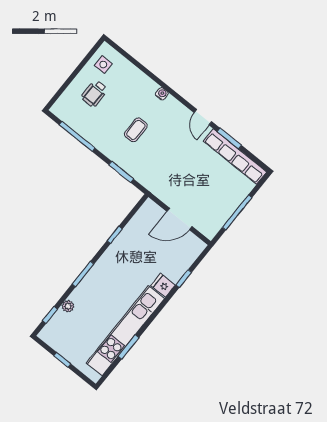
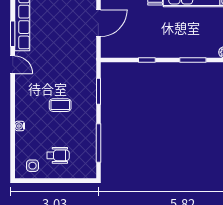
water cooler: (162, 94) -> (20, 126), moved
door: (203, 117) -> (13, 65), hinge flipped
door: (179, 219) -> (98, 23), hinge flipped

